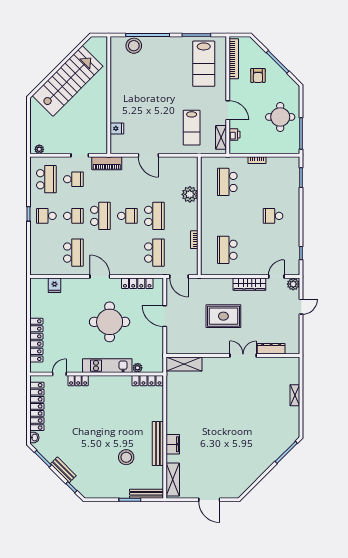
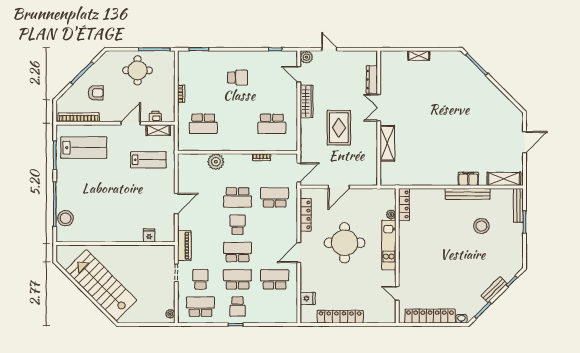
school desk: (73, 216) -> (238, 279), width x1.85
school desk: (154, 216) -> (238, 197), turned 180
school desk: (273, 216) -> (238, 78), turned -90
locker: (36, 340) -> (340, 317), moved
shelving: (184, 364) -> (387, 143), moved
locker: (78, 381) -> (404, 274), removed

